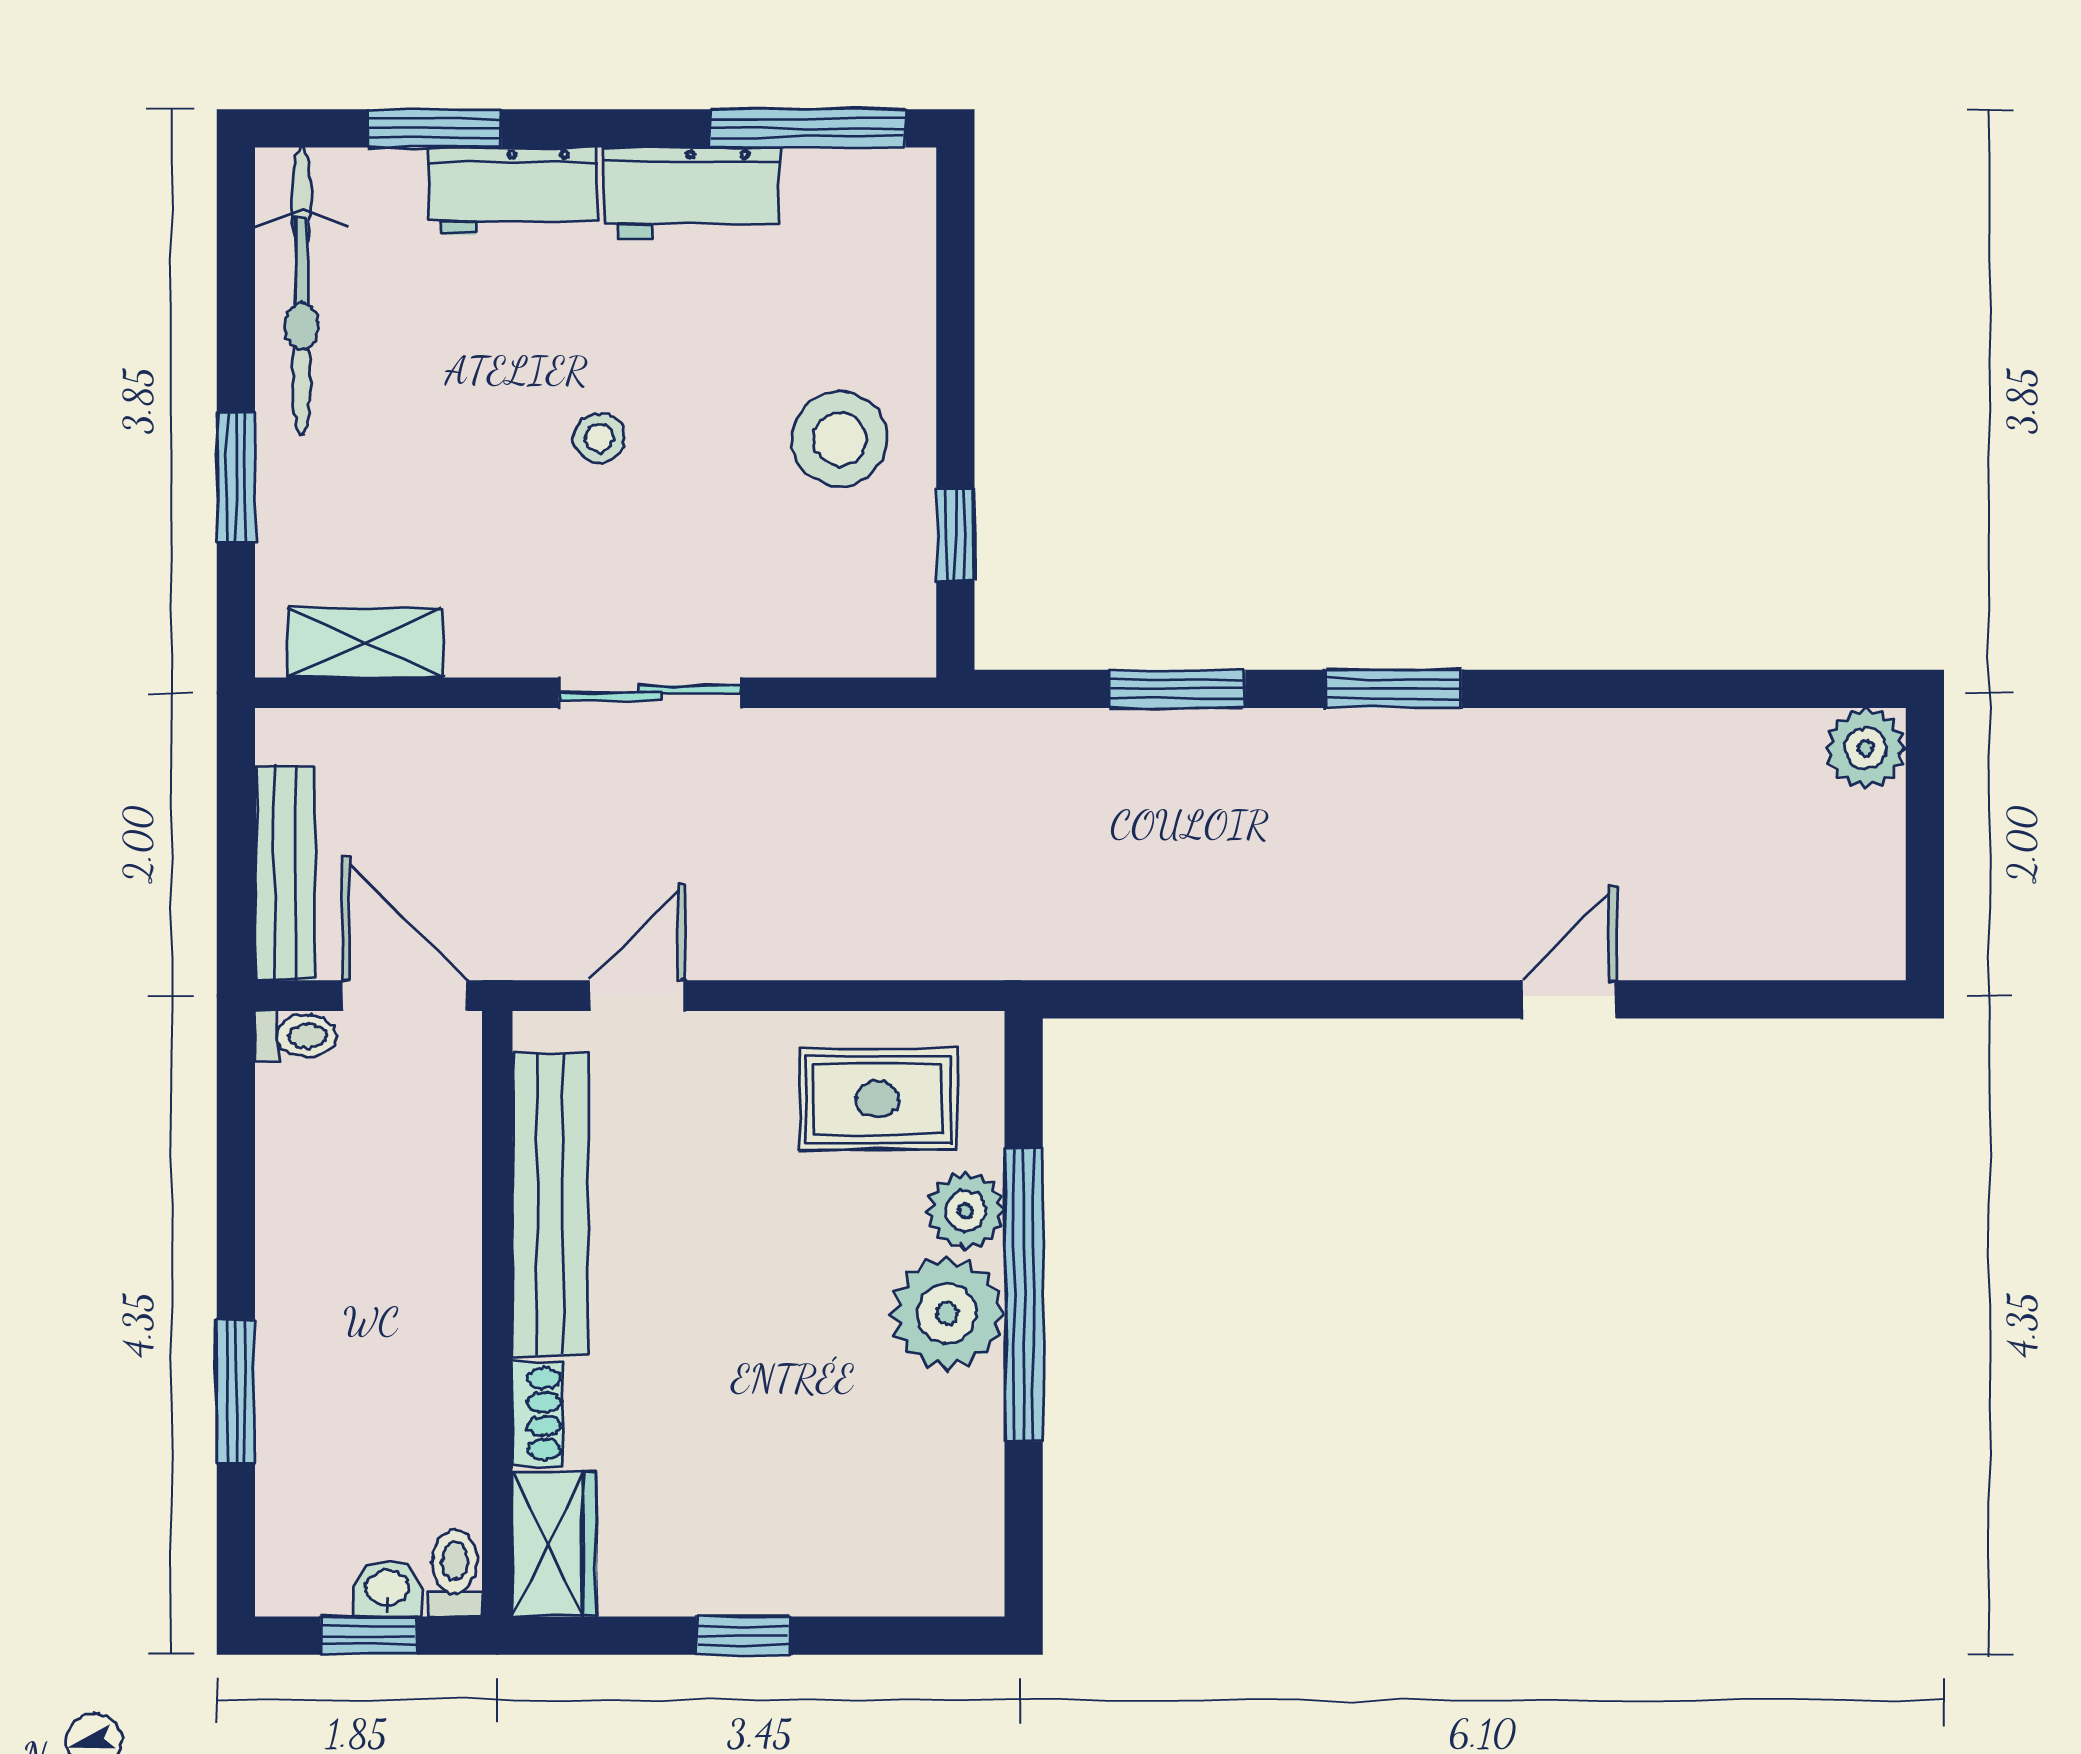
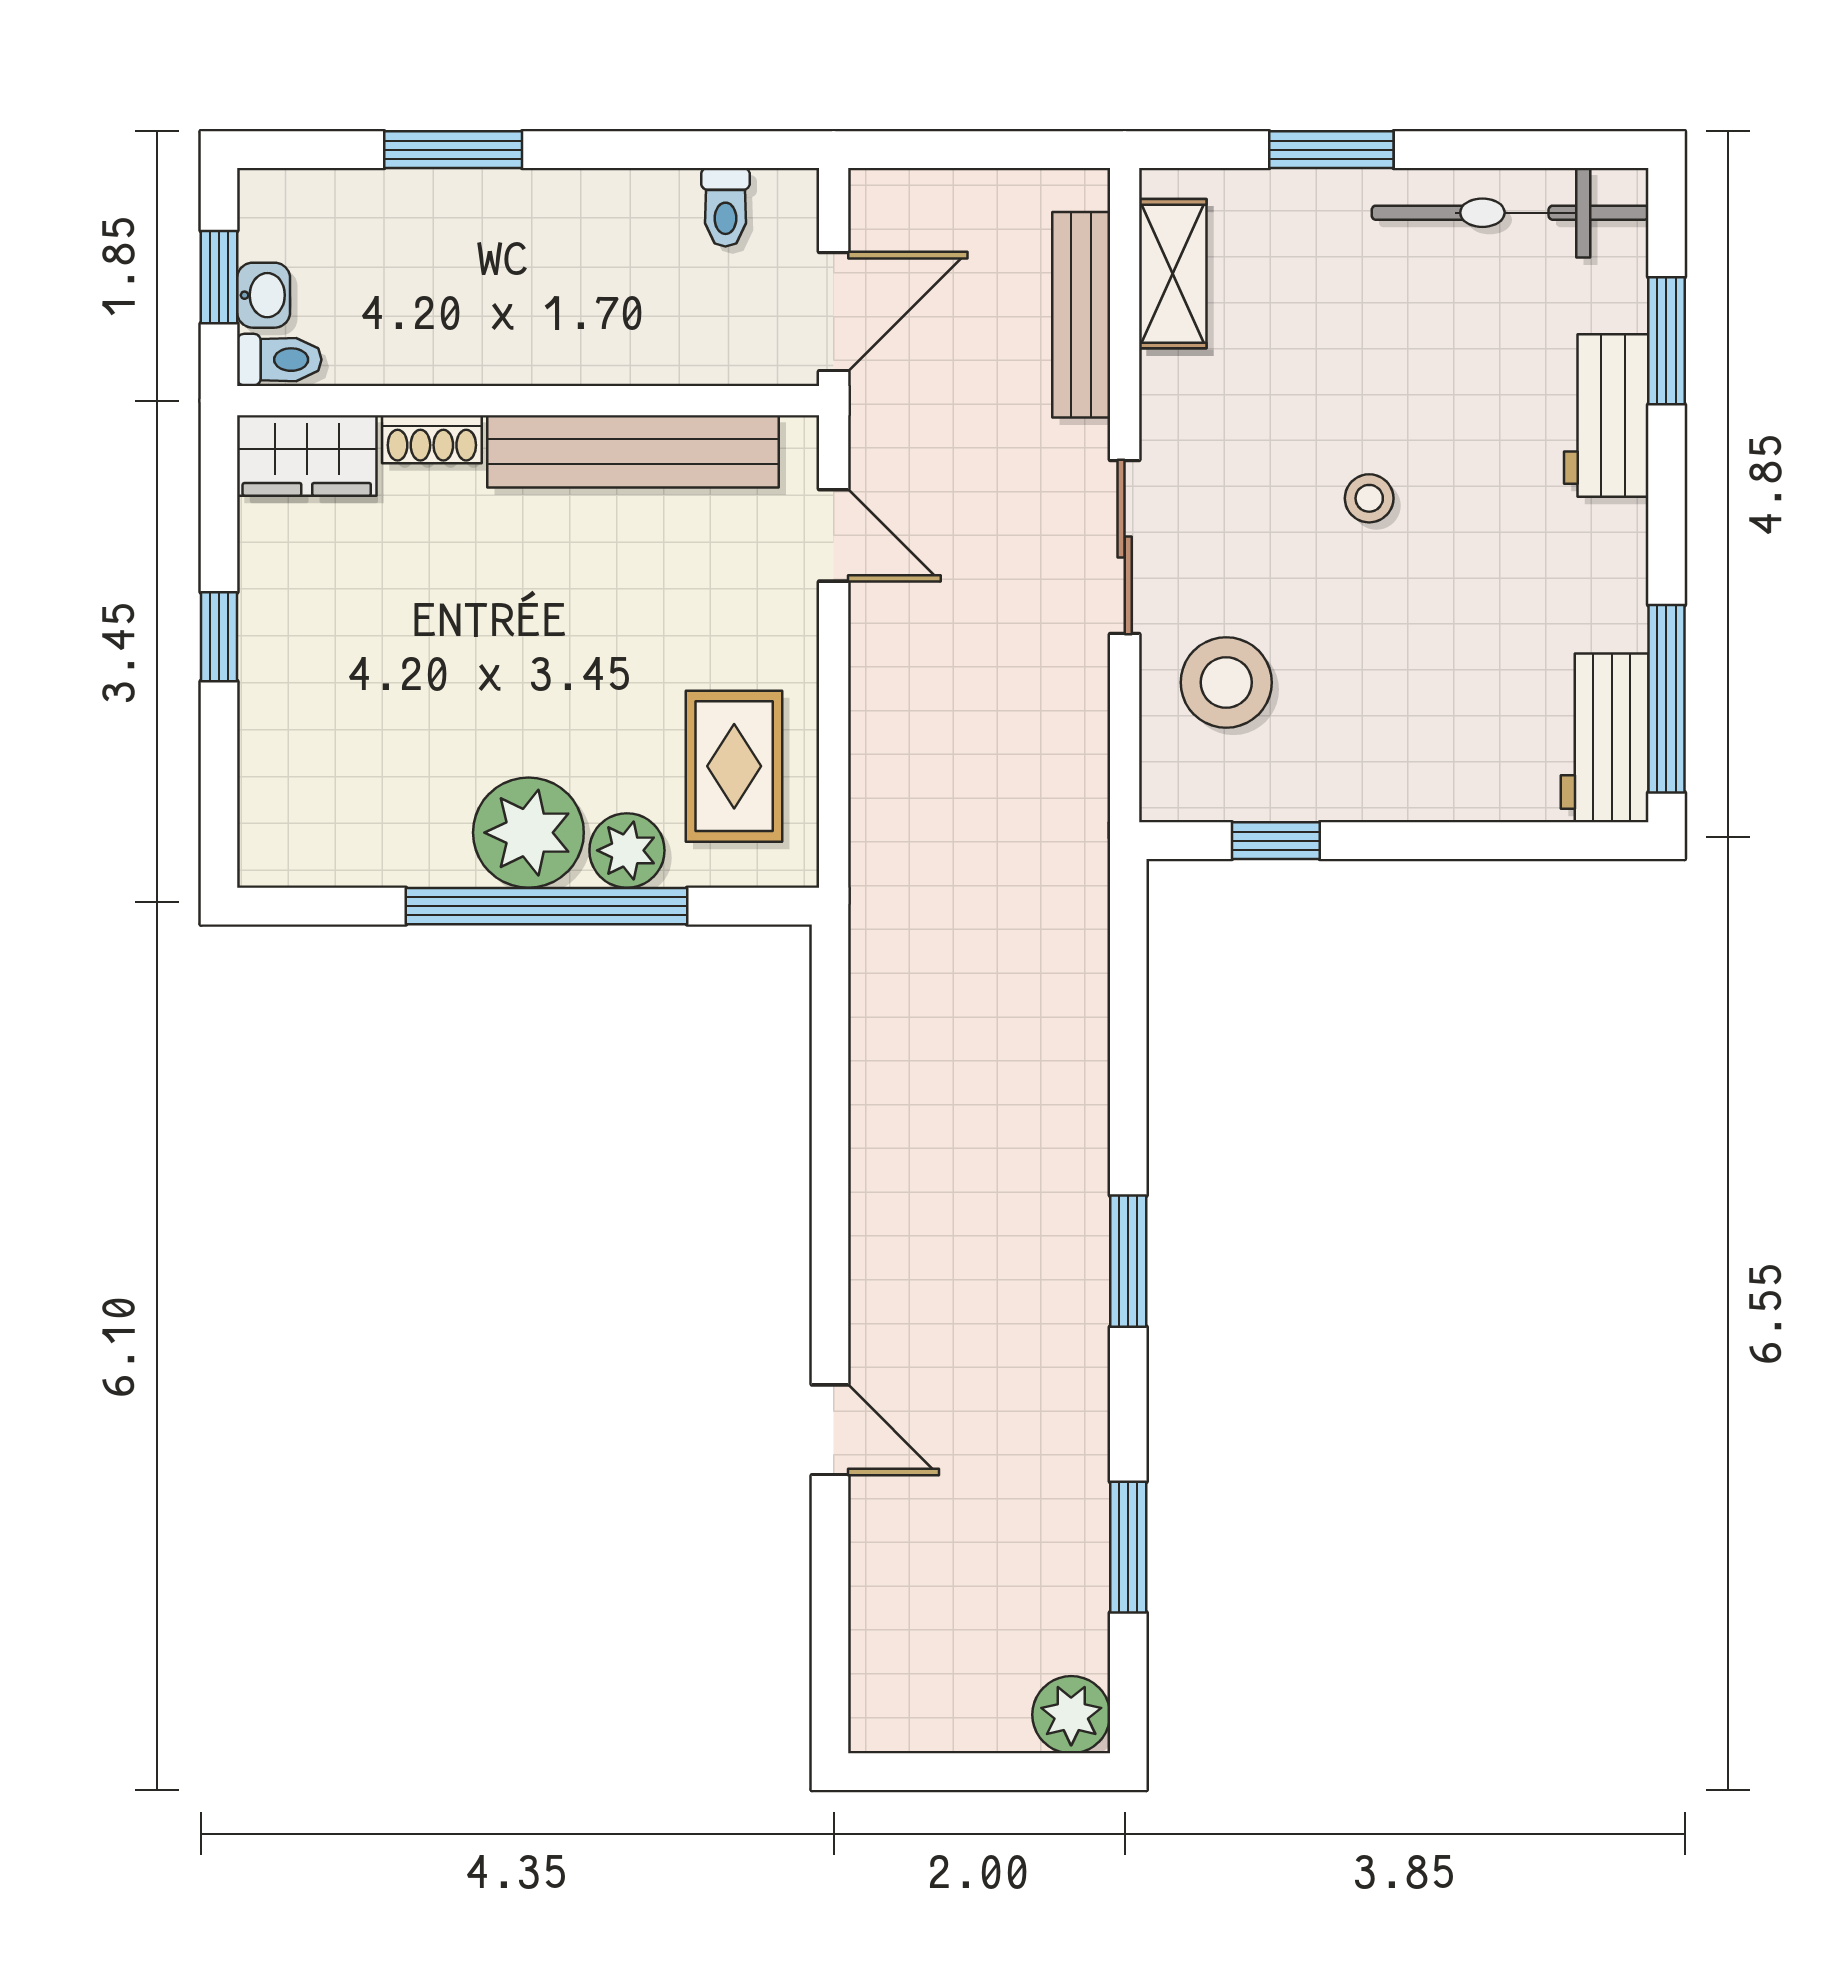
workbench: (692, 193) -> (1605, 738), moved
stool: (840, 439) -> (1226, 682), moved
window: (1177, 689) -> (1128, 1547), moved
bench: (285, 873) -> (1081, 315), moved, turned 90
toilet: (296, 1036) -> (725, 207), moved

